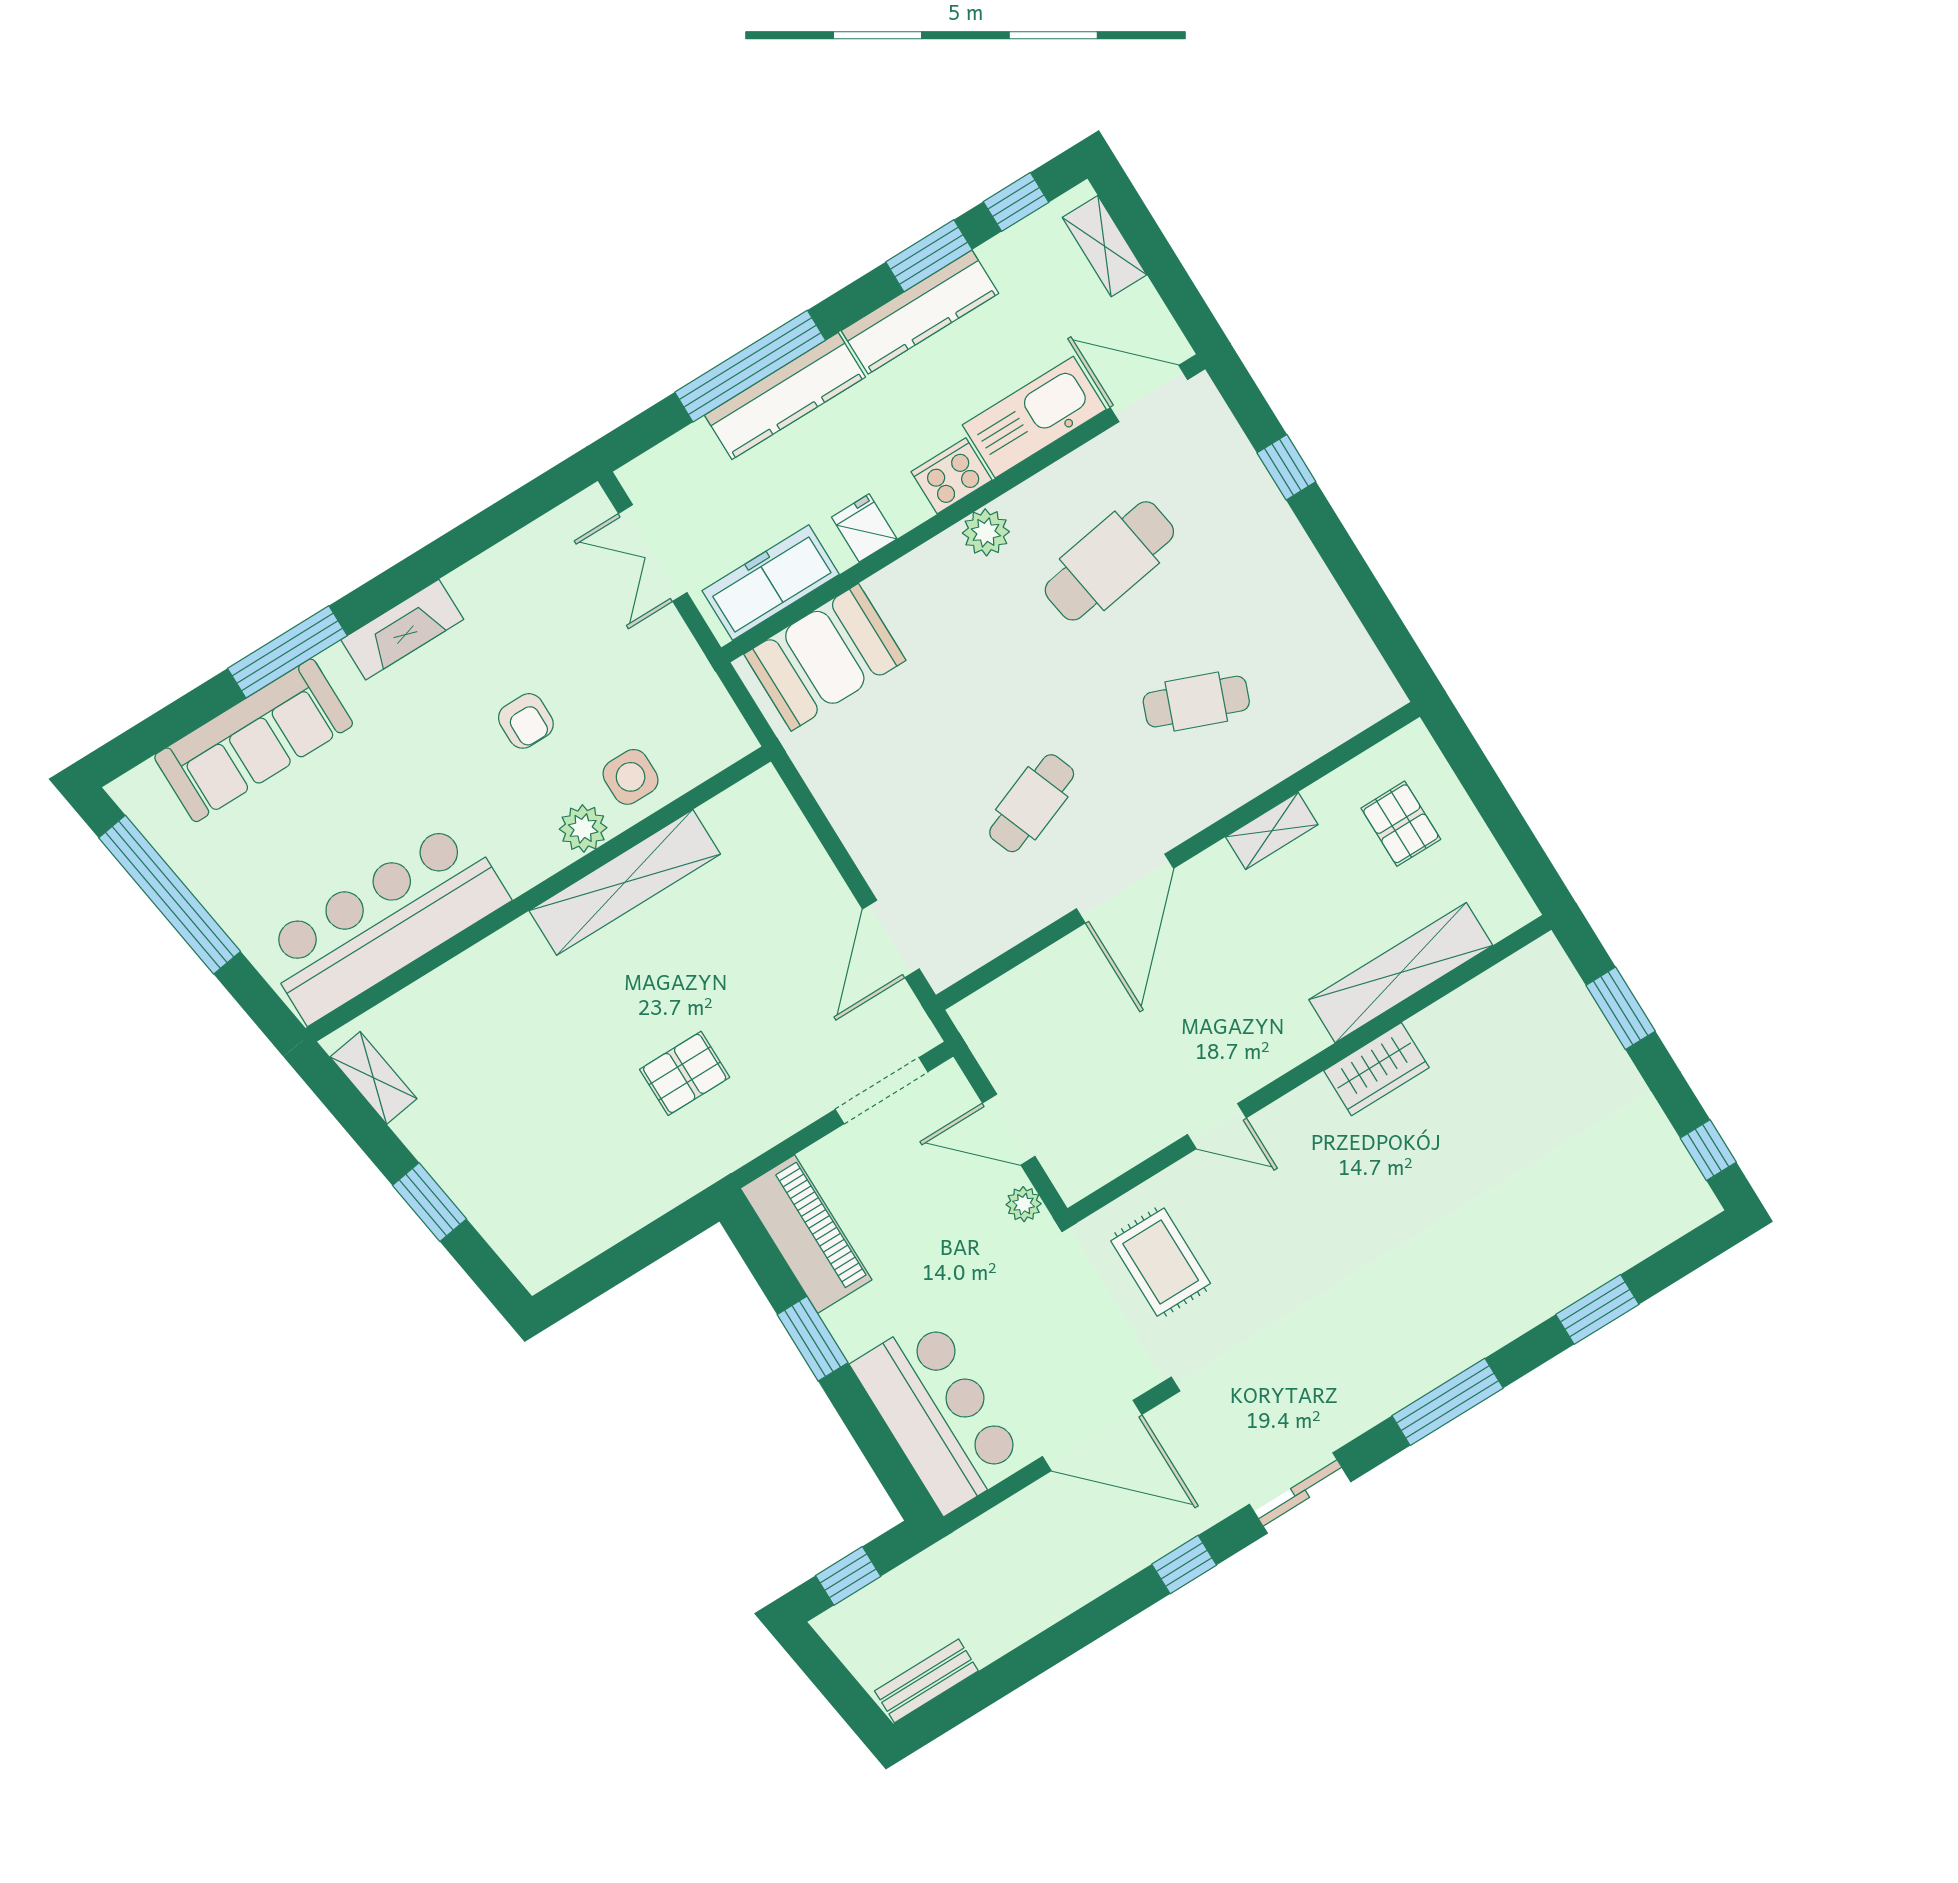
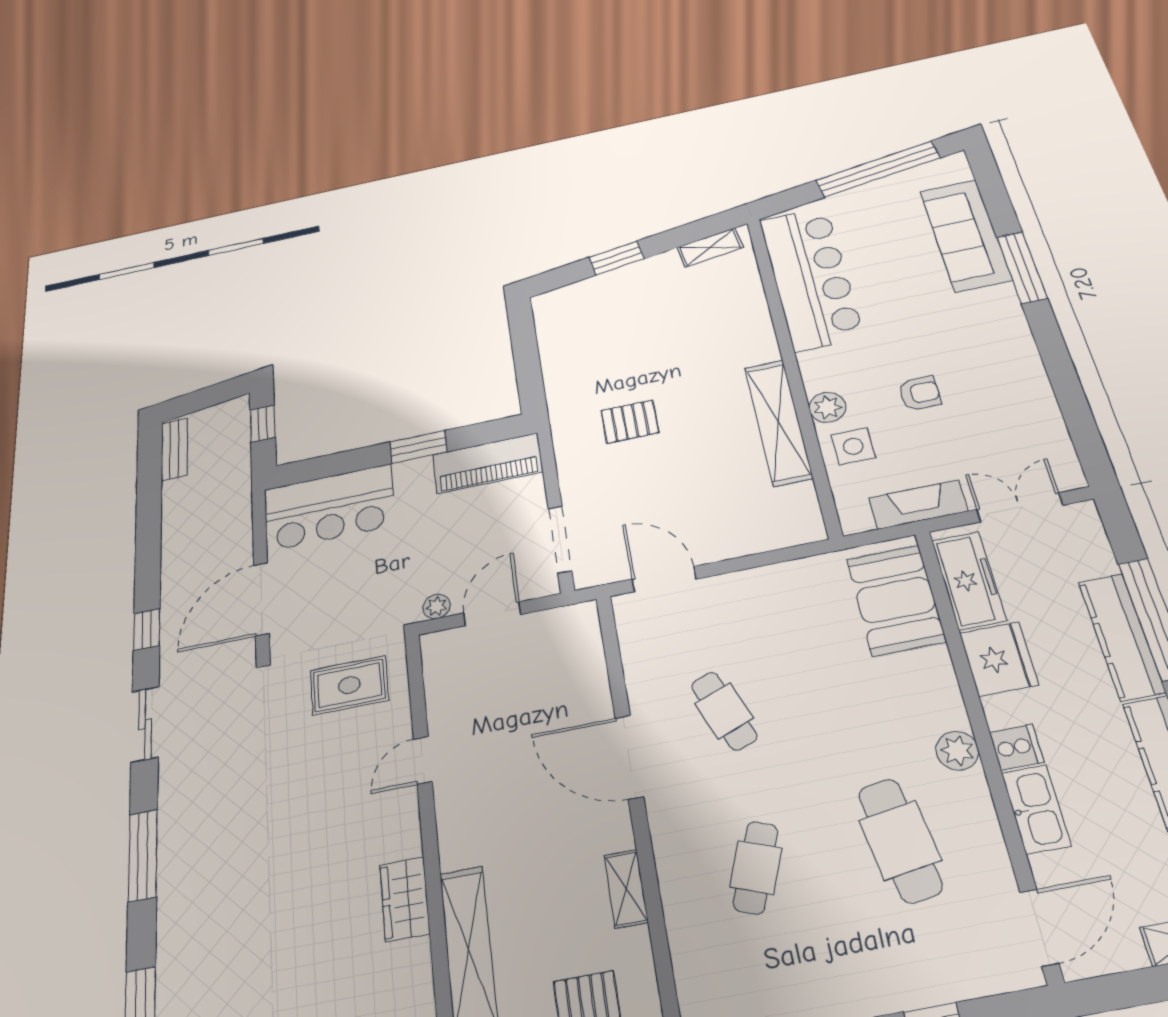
kitchen sink: (1034, 417) -> (1036, 809), width x0.73, depth x0.81
cooker: (952, 476) -> (1017, 747), width x0.73
fridge: (864, 528) -> (999, 659), width x1.88, depth x1.34
fireplace: (402, 630) -> (918, 505), moved, turned 90
armchair: (526, 721) -> (920, 393), turned 180
pallet: (685, 1073) -> (630, 422), turned 90

